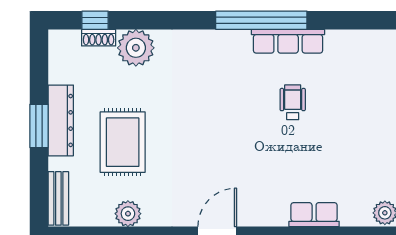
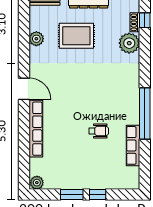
row of seats: (288, 41) -> (133, 145), moved
row of seats: (314, 215) -> (36, 129), width x2.02

